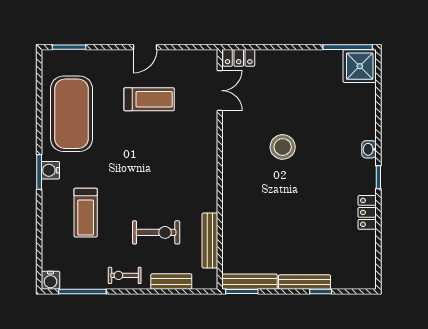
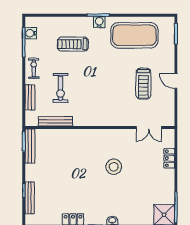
locker: (239, 58) -> (169, 158), moved
water cooler: (50, 280) -> (31, 33), moved
bench: (305, 282) -> (30, 198), moved

